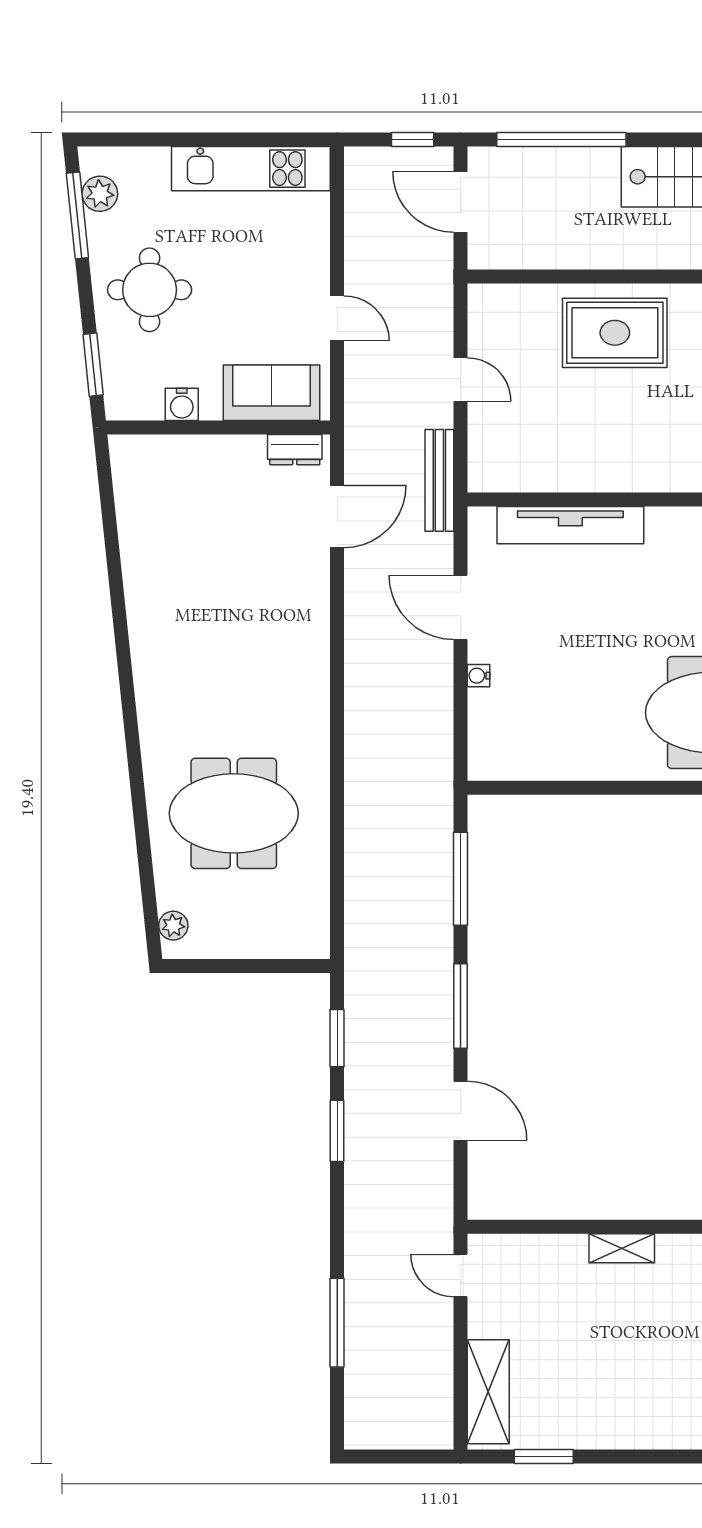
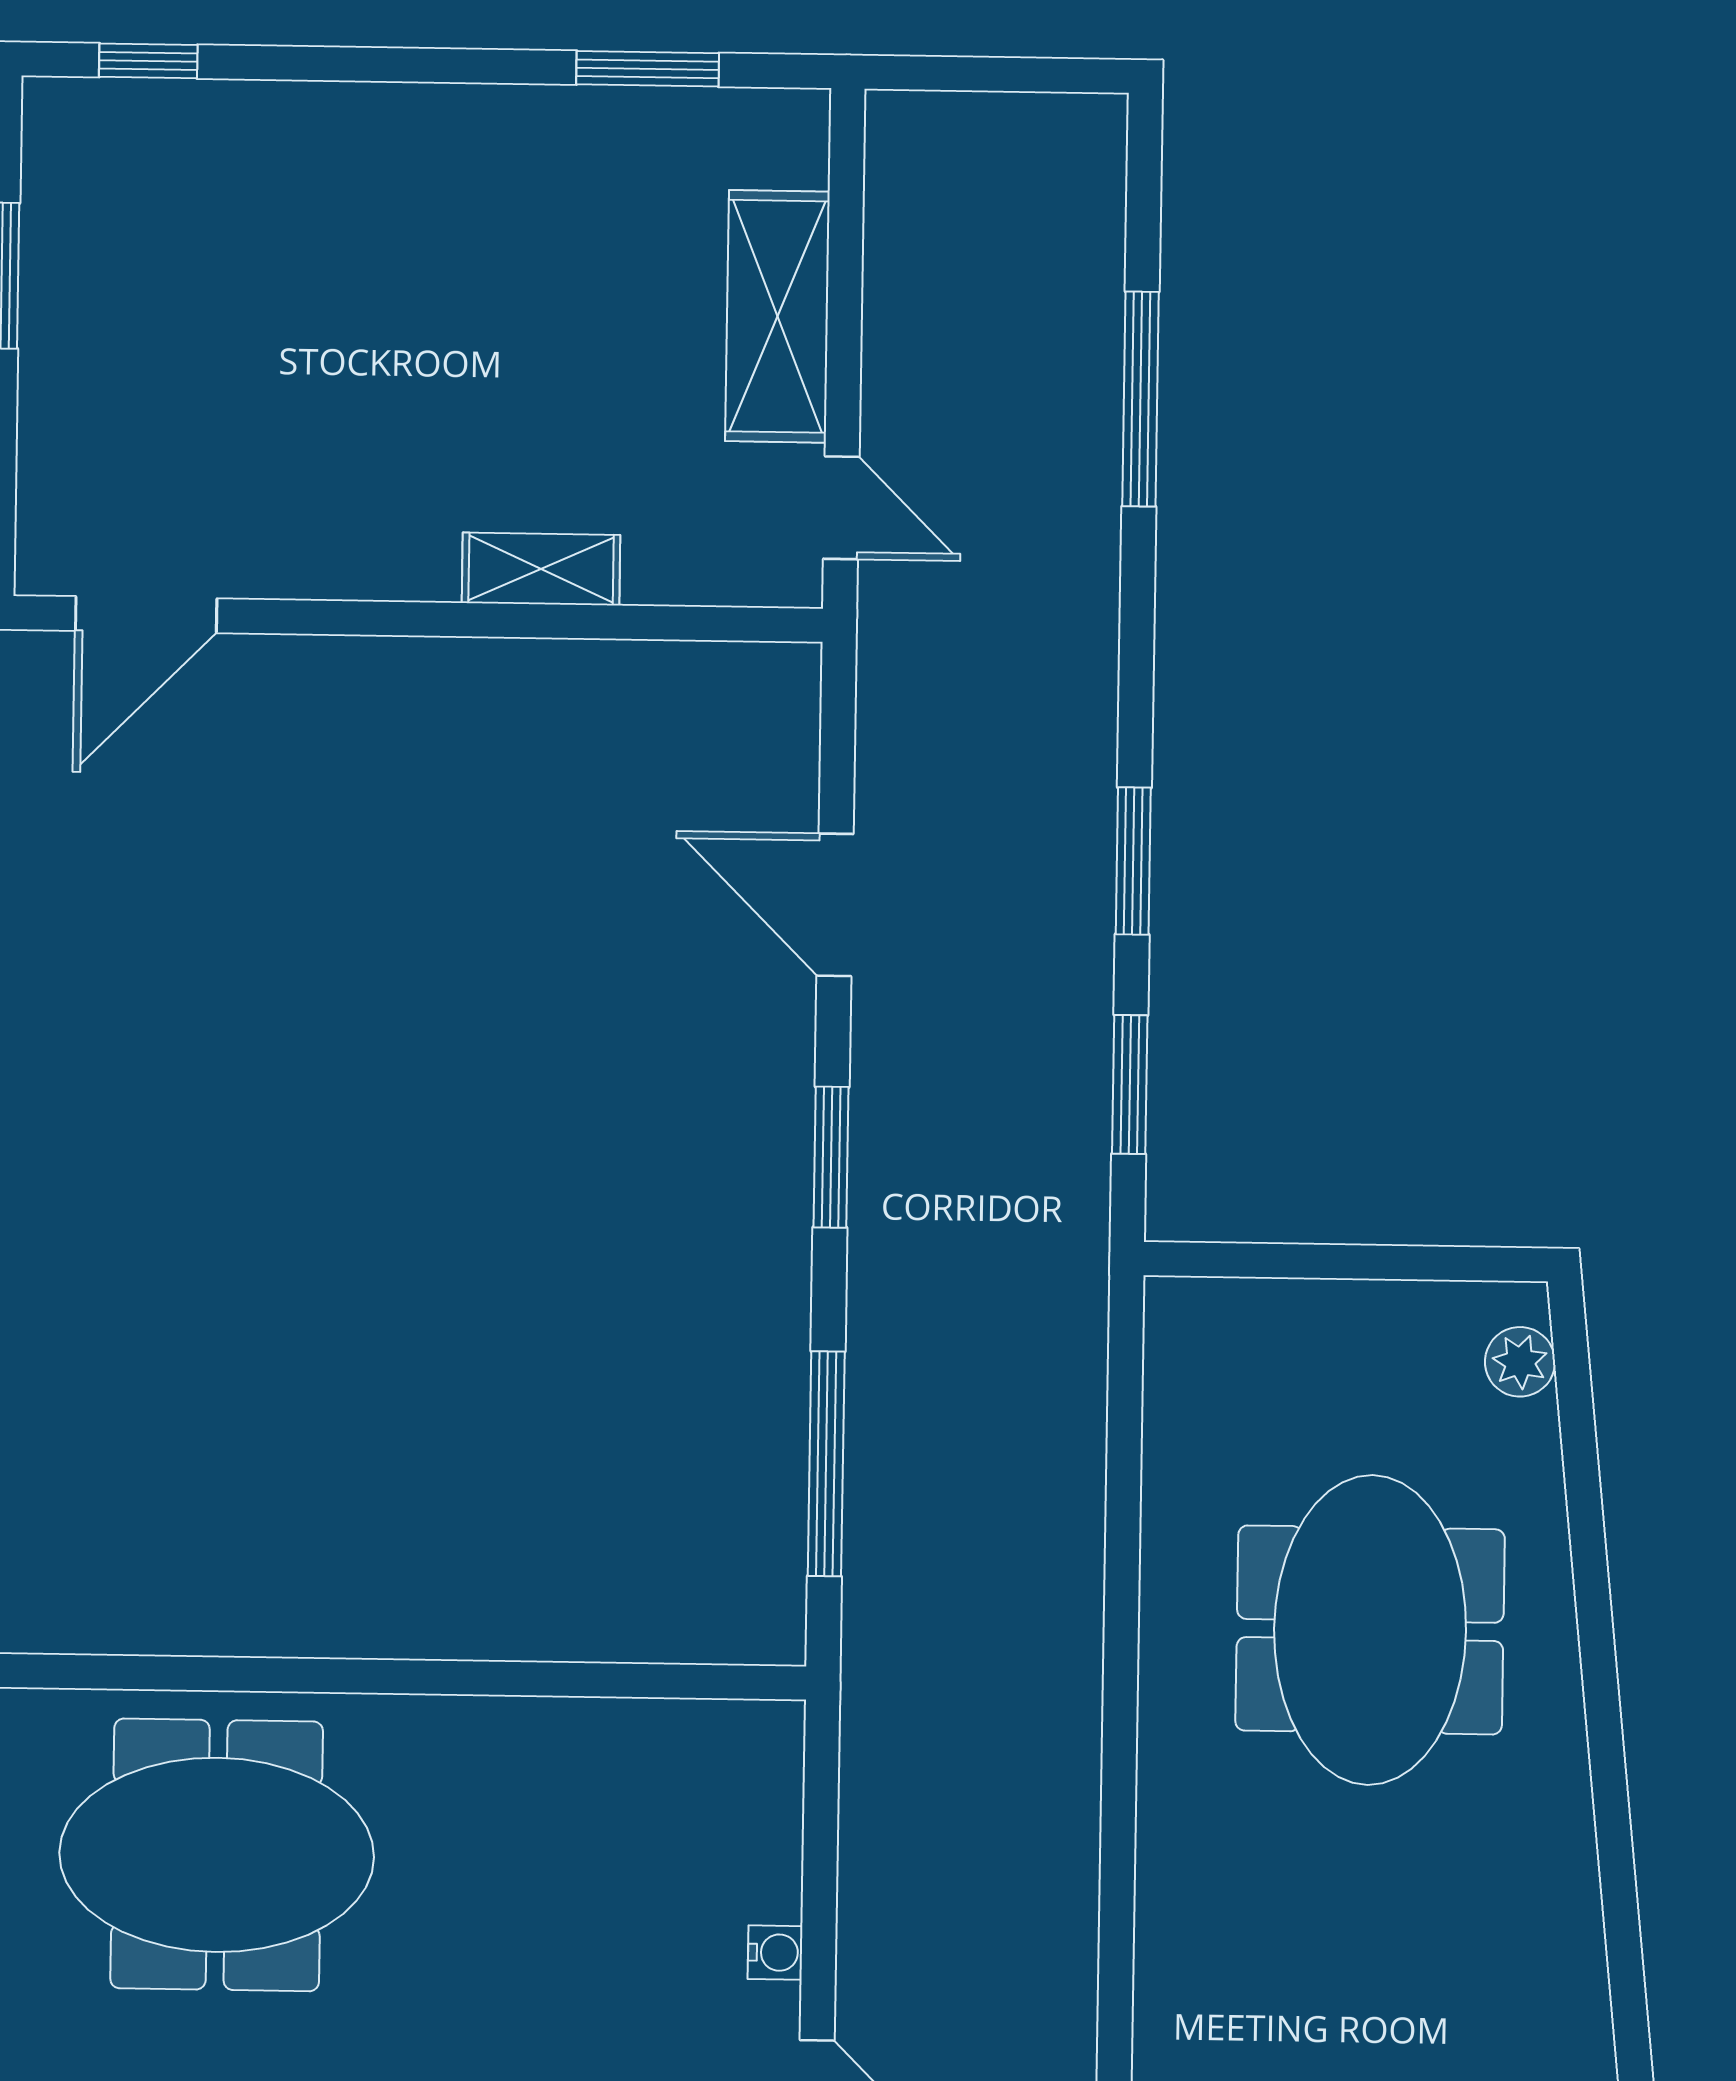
meeting table: (234, 813) -> (1370, 1630), turned 90
window: (461, 1006) -> (831, 1157), width x0.69
shelving: (622, 1248) -> (541, 569), moved
shelving: (488, 1392) -> (777, 316), moved

